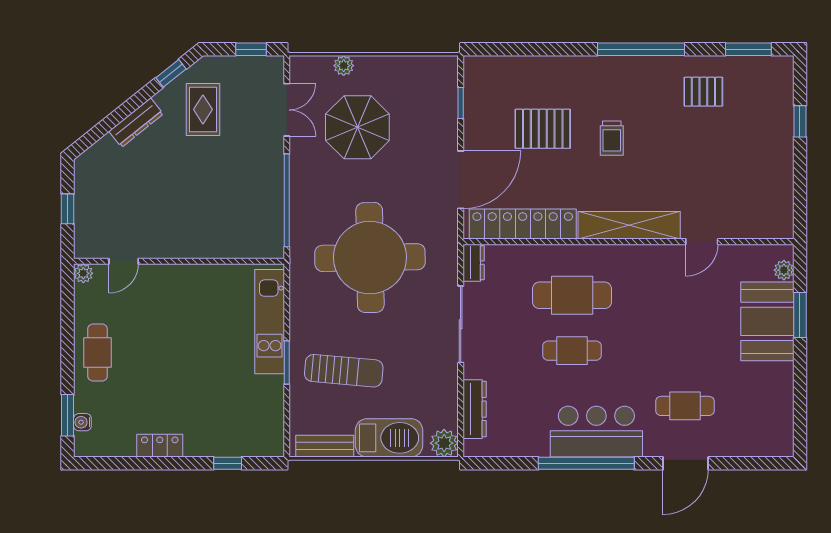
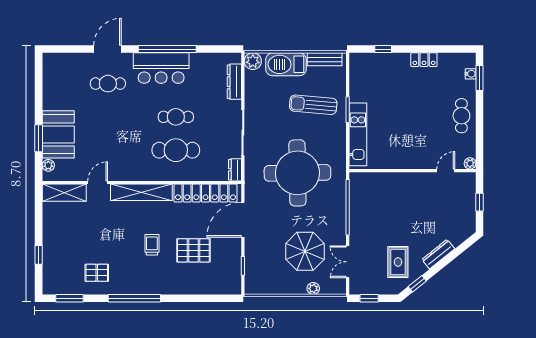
shelving: (757, 225) -> (64, 193), added

